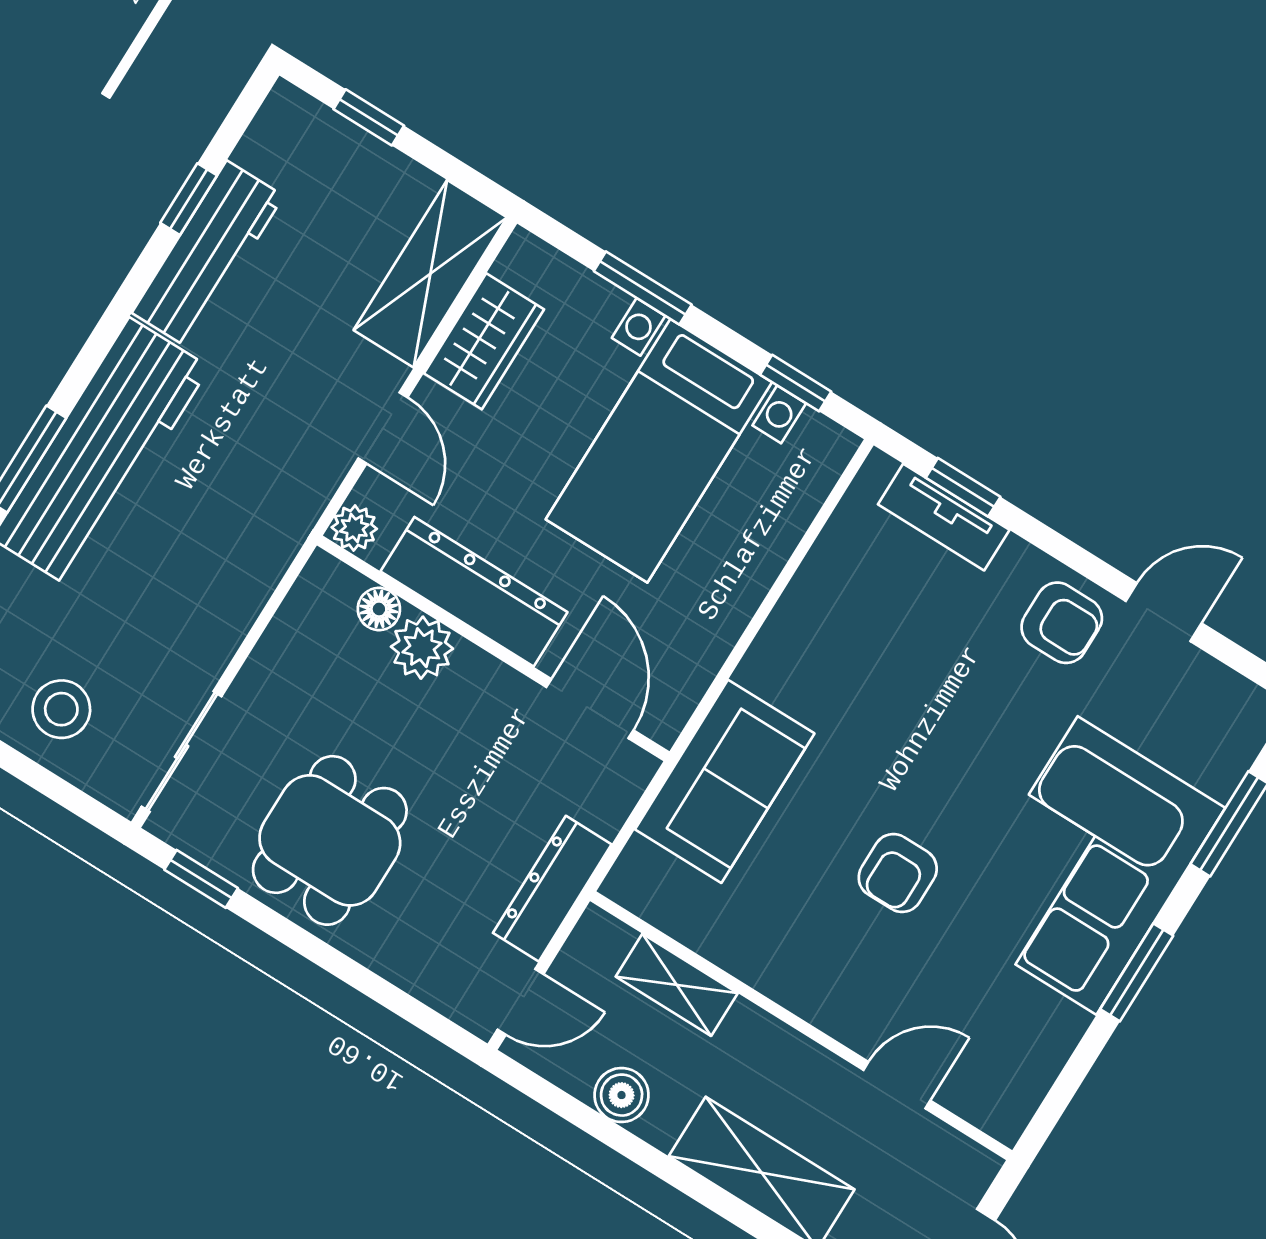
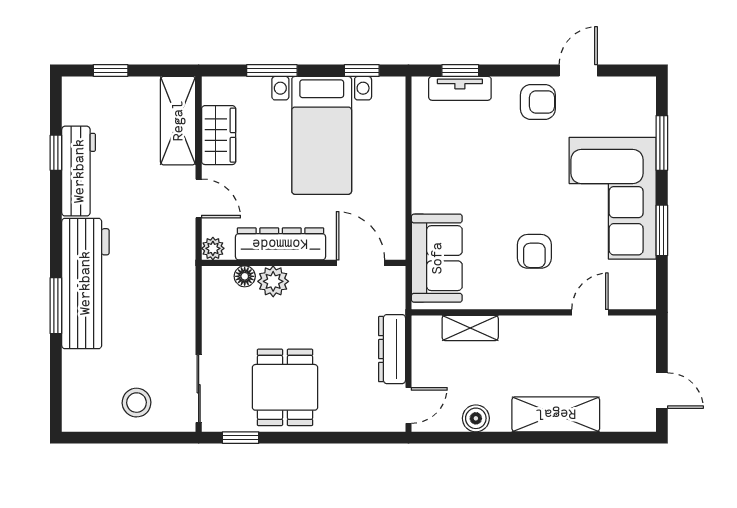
shelving: (677, 985) -> (470, 328), moved
wall: (801, 1026) -> (534, 312), moved
door: (897, 1085) -> (590, 312), moved

